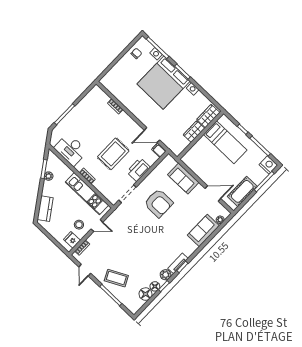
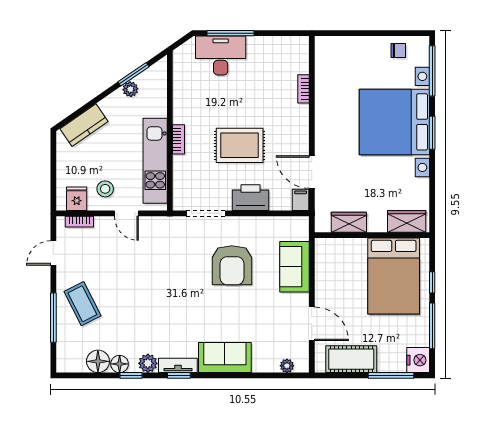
wardrobe: (194, 132) -> (349, 222), moved
bed: (225, 142) -> (394, 276), width x1.50
desk: (71, 150) -> (221, 56), moved, turned 90
sofa: (203, 231) -> (225, 358), moved

